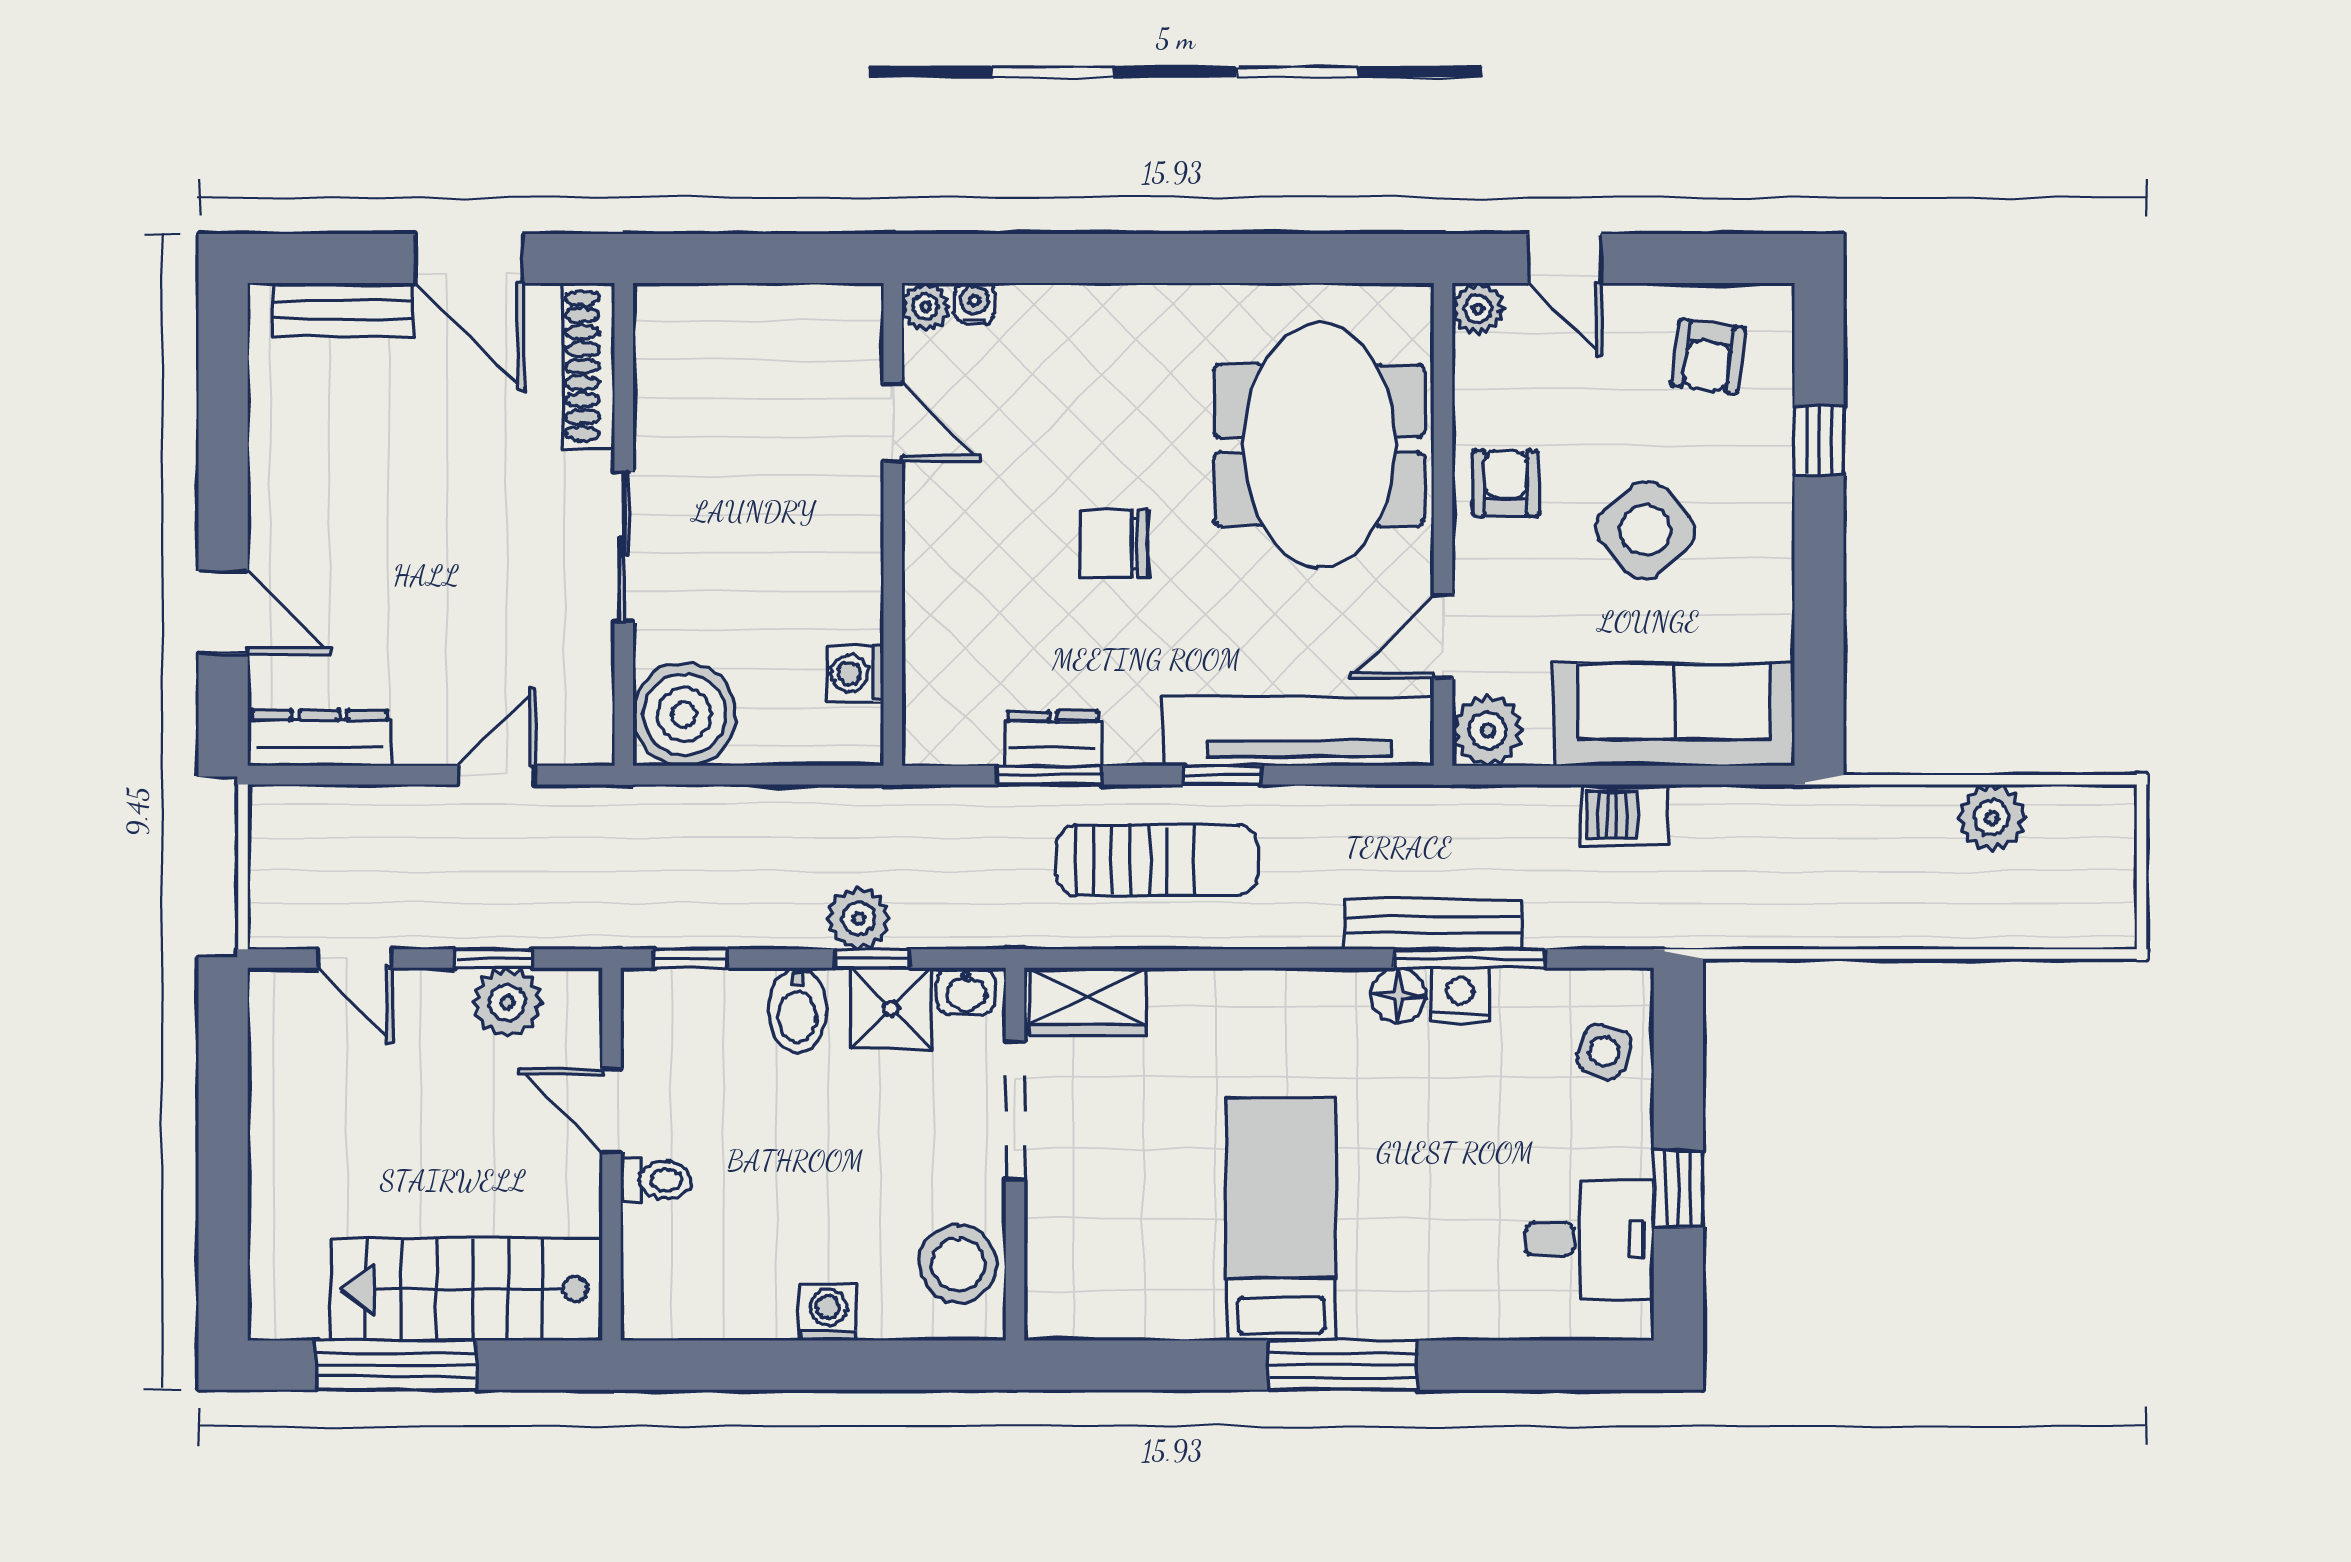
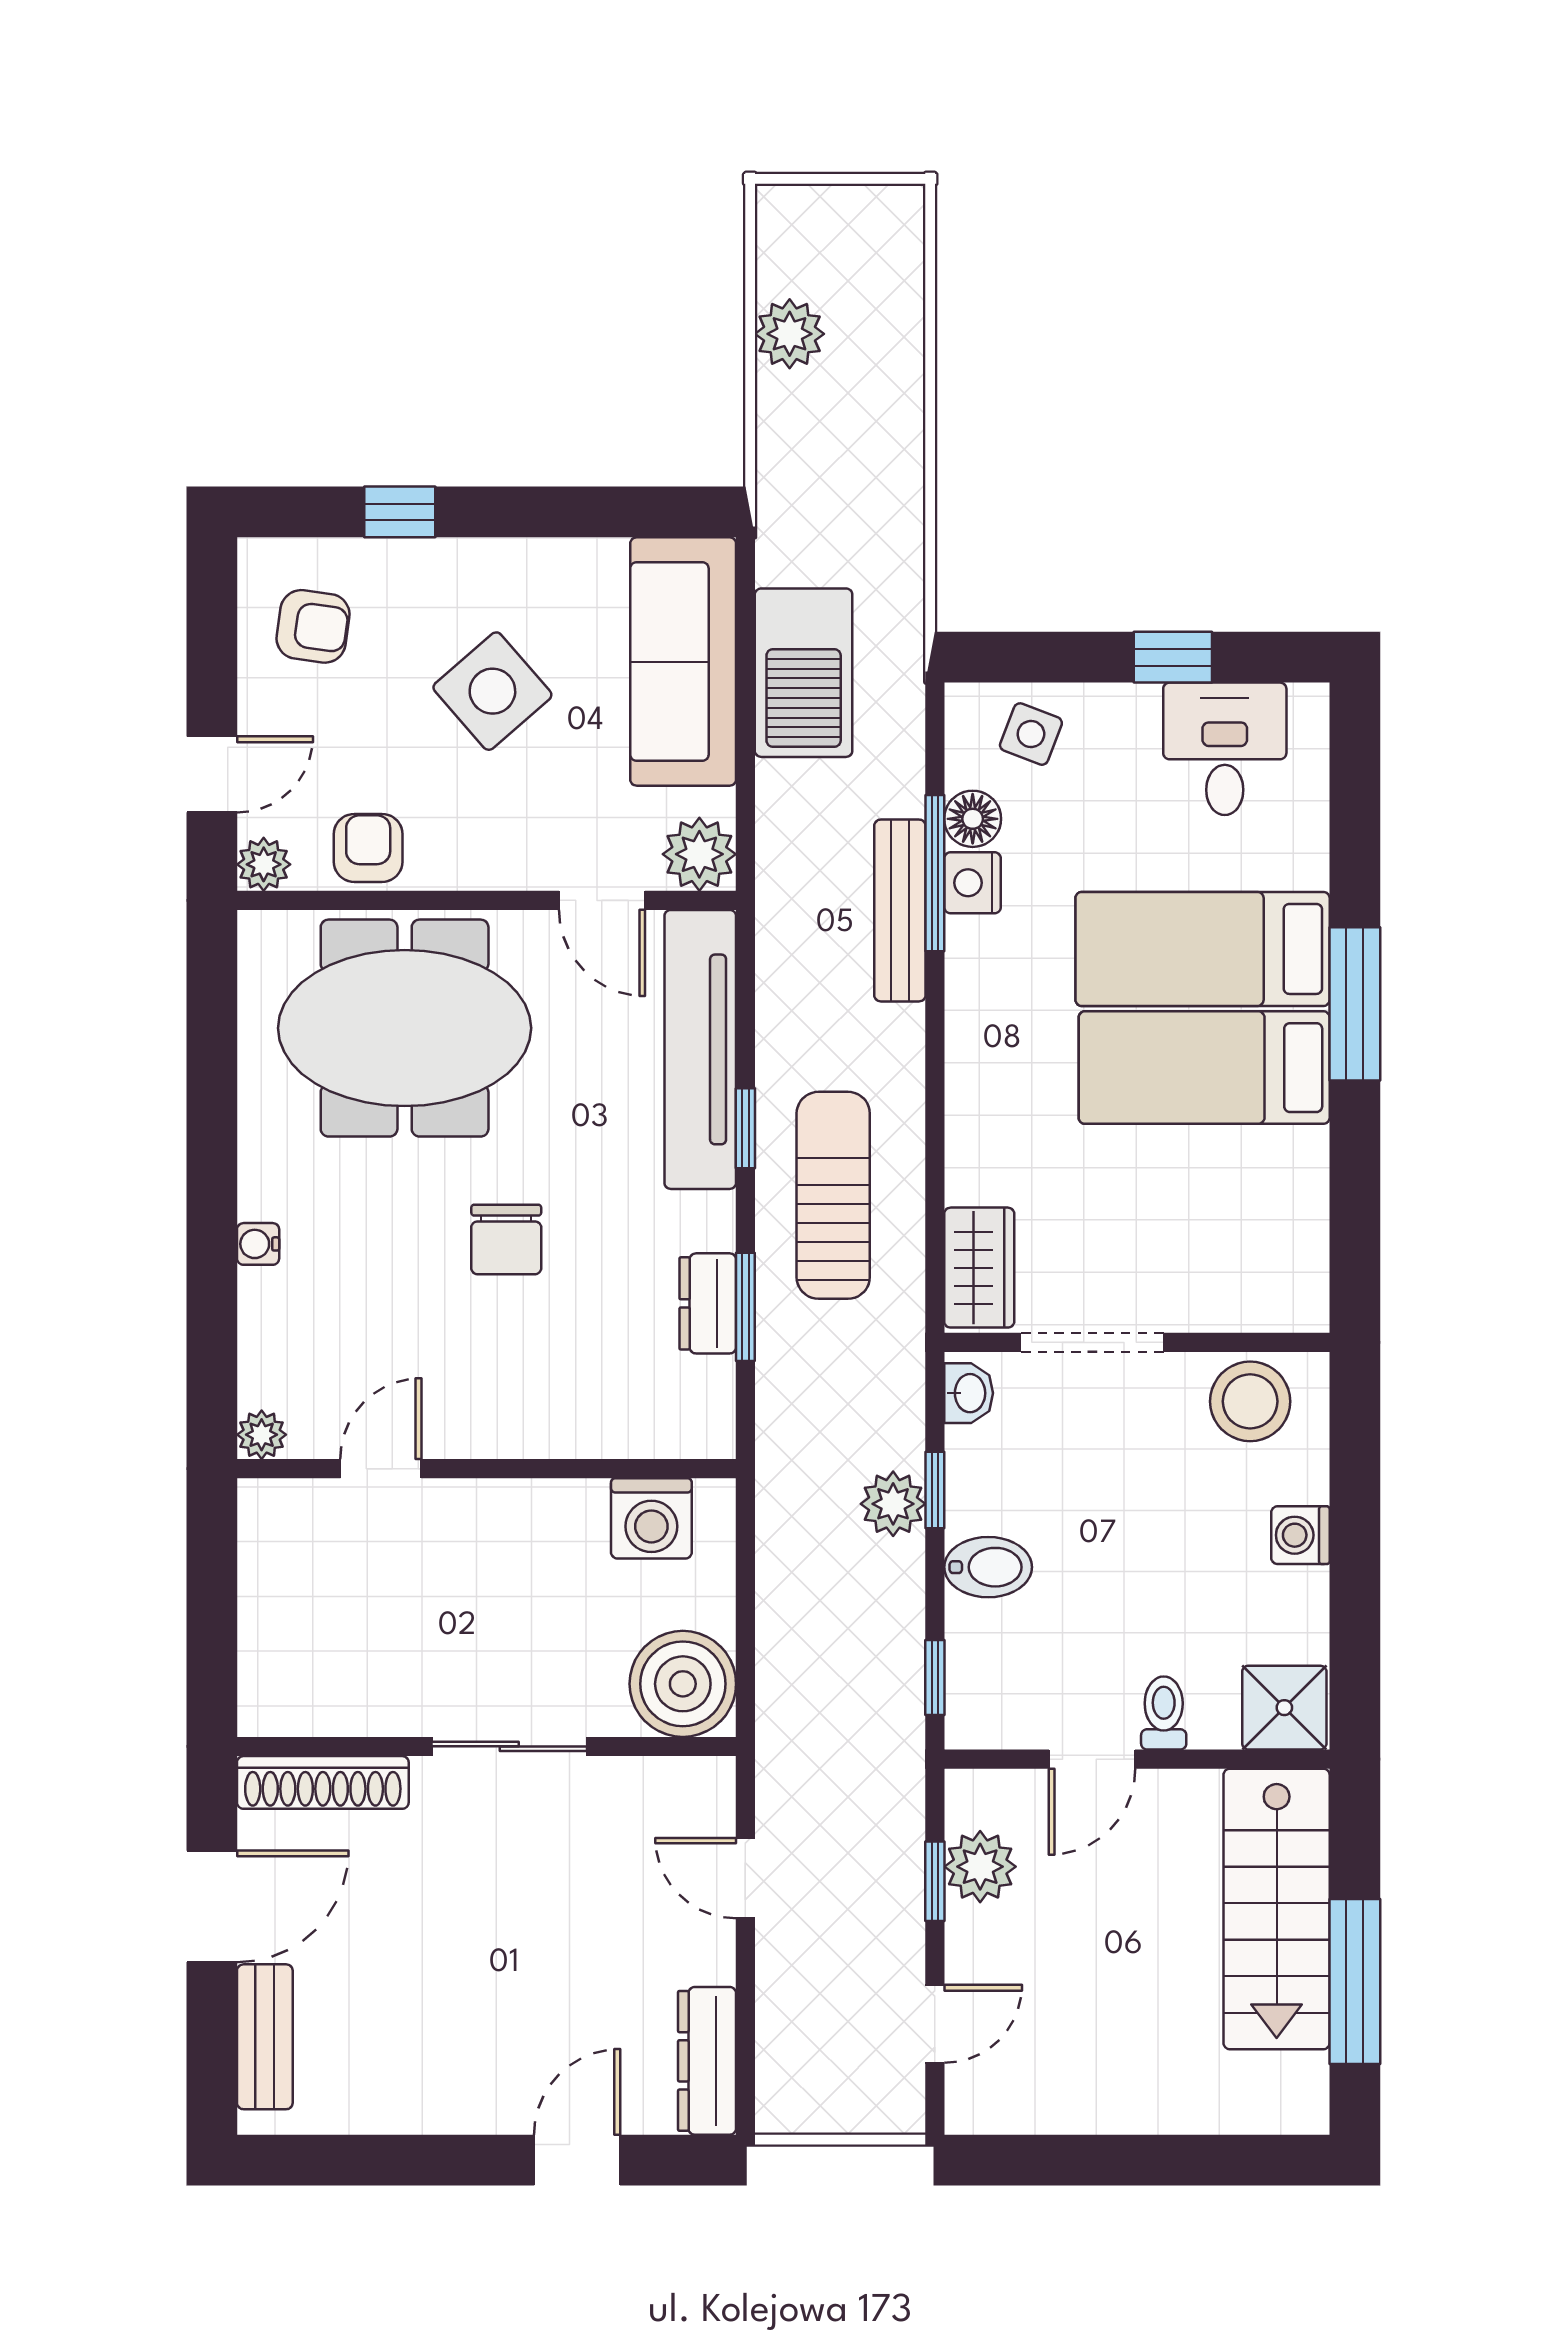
water cooler: (974, 303) -> (258, 1244), moved
armchair: (1506, 483) -> (368, 848), moved, turned 90
washing machine: (855, 673) -> (651, 1518), width x1.38, depth x1.38
barbecue: (1625, 815) -> (804, 673), width x1.88, depth x1.53
floor lamp: (1398, 995) -> (973, 819), moved
shower: (891, 1008) -> (1284, 1708), moved
bed: (1396, 1218) -> (1203, 949), added

